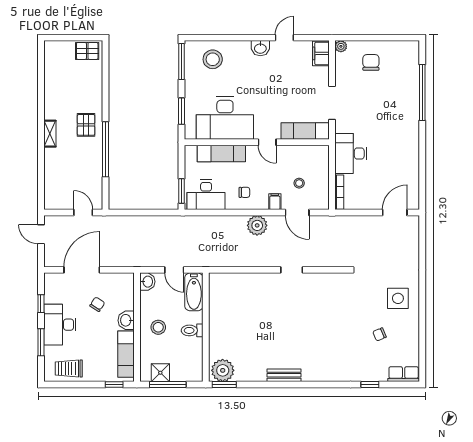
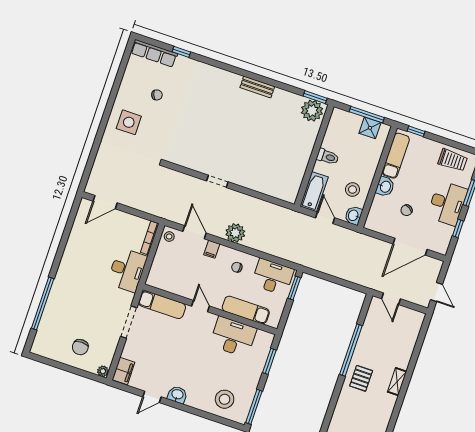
desk: (225, 118) -> (233, 337), width x0.73, depth x0.77
stool: (299, 183) -> (169, 237), moved
stool: (158, 327) -> (353, 190), moved
row of seats: (404, 374) -> (154, 53), width x1.48

